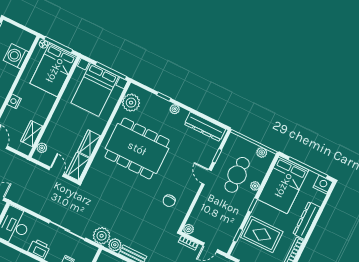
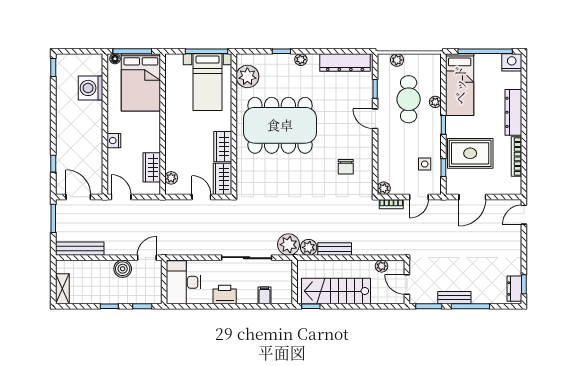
bed with nightstands: (95, 90) -> (207, 82), width x0.73
plant: (262, 152) -> (397, 60), moved
bed: (283, 185) -> (460, 85), width x0.67
side table: (226, 226) -> (425, 164), added

